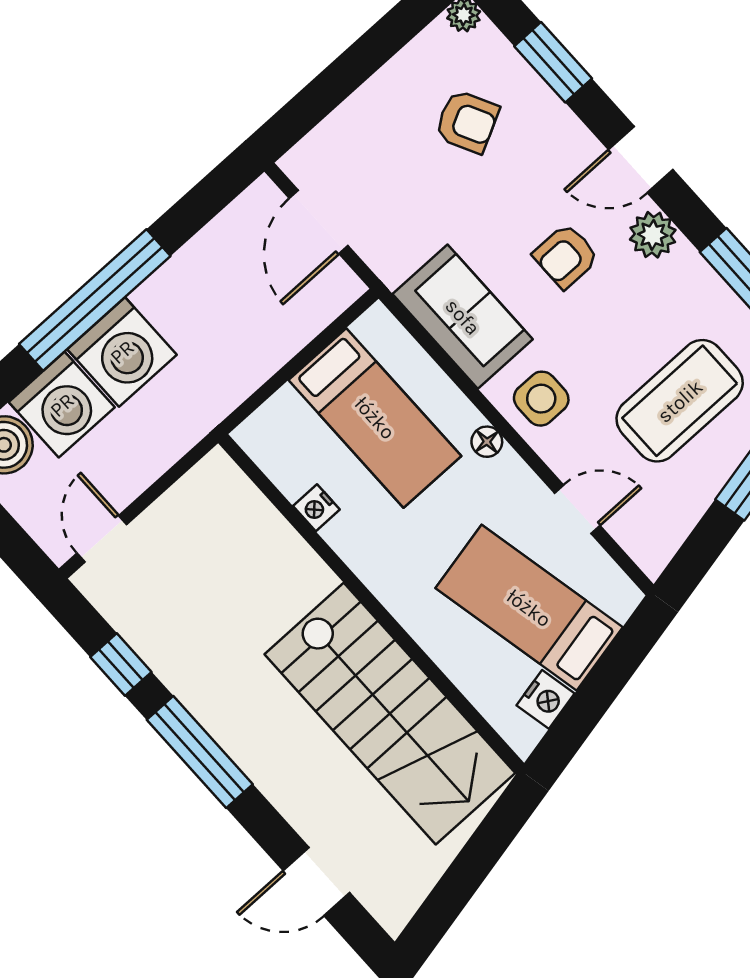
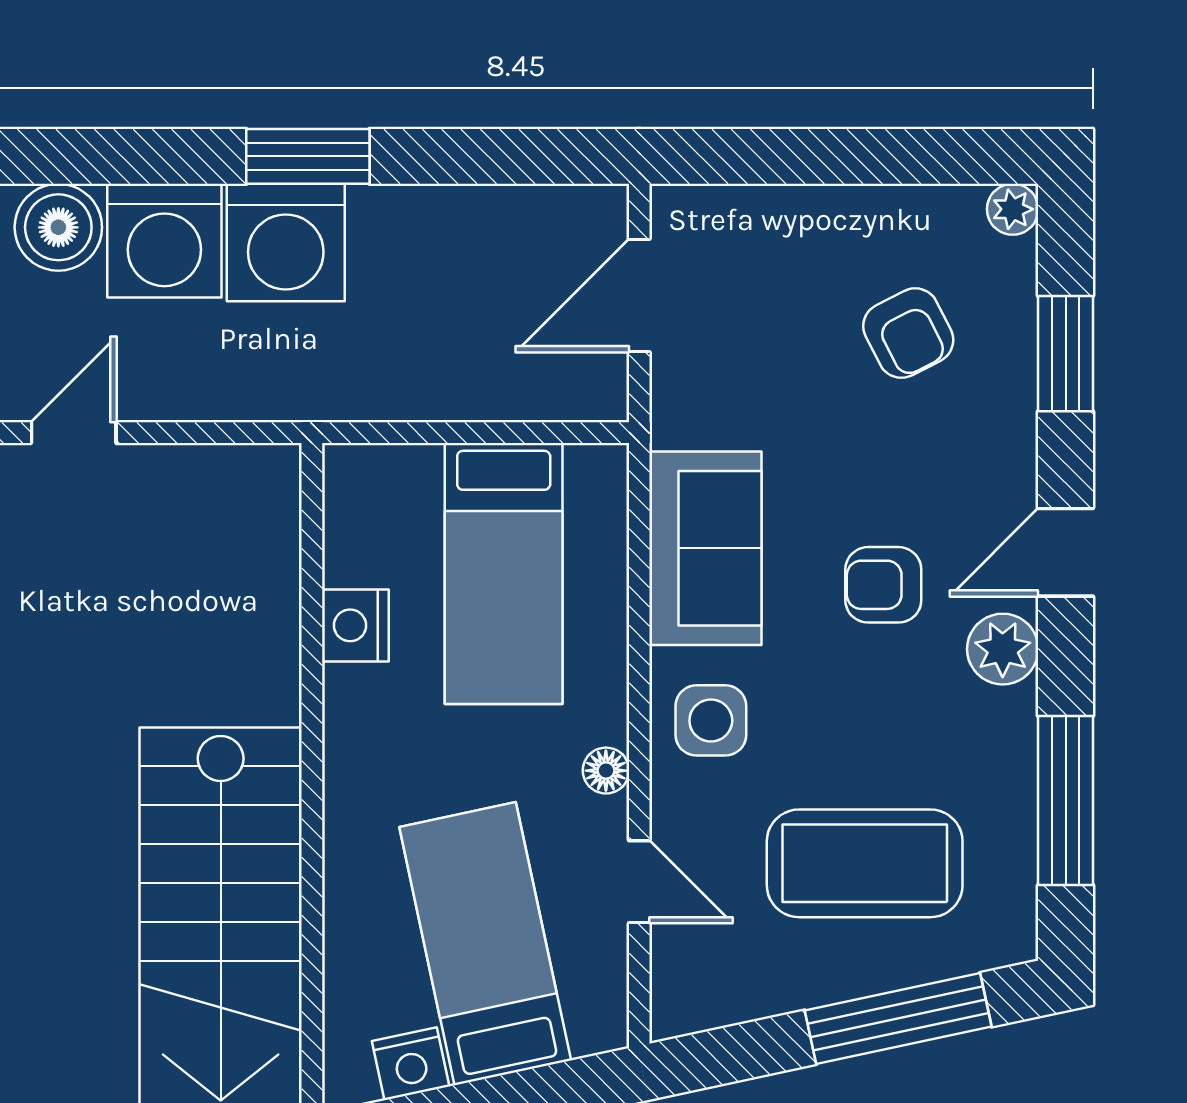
door: (641, 160) -> (1066, 552), hinge flipped
window: (95, 300) -> (308, 156), width x0.47
floor lamp: (487, 442) -> (606, 771), moved
nightstand: (316, 508) -> (355, 625), width x1.39, depth x1.35

